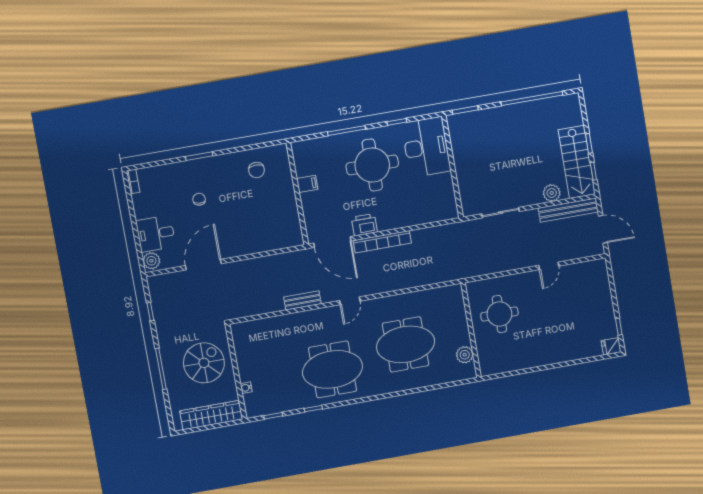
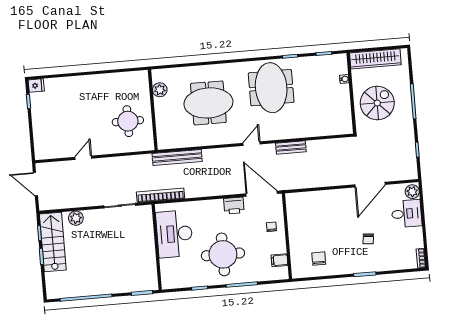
desk: (426, 147) -> (174, 234), moved
filing cabinet: (307, 184) -> (279, 260), moved
chair: (317, 203) -> (271, 227), added
bench: (568, 210) -> (177, 158), moved
bookcase: (382, 242) -> (161, 195), moved
spiral stairs: (204, 363) -> (377, 103), turned 180
meeting table: (332, 369) -> (271, 88), turned 90

